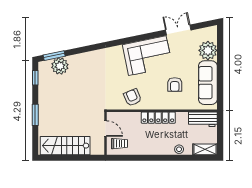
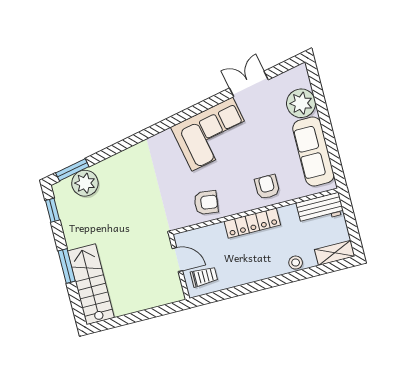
armchair: (175, 85) -> (267, 187), moved, turned 180
armchair: (133, 97) -> (206, 203), turned 120
stairs: (65, 146) -> (91, 284), moved, turned 90

